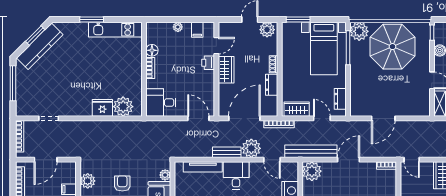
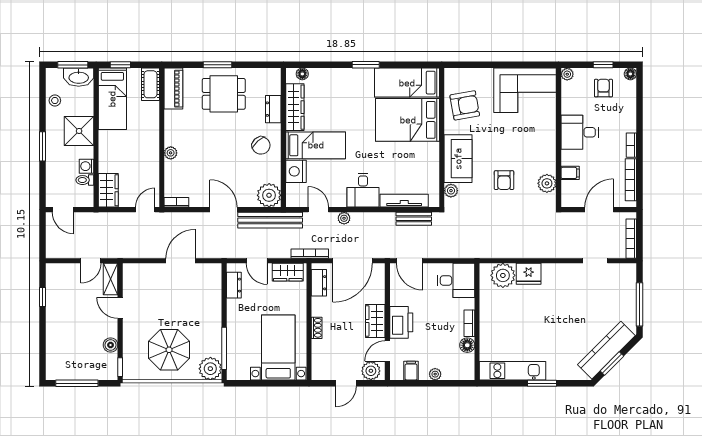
window: (298, 20) -> (286, 383), removed
plant: (267, 30) -> (371, 371), moved
parasol: (392, 47) -> (169, 350), width x0.73, depth x0.73
bed with nightstands: (324, 48) -> (278, 347), moved
printer: (208, 63) -> (401, 322), width x1.87, depth x1.48
dresser: (272, 85) -> (319, 283), moved
plant: (251, 148) -> (344, 218), width x0.53, depth x0.53
bench: (227, 152) -> (414, 219), moved
door: (349, 160) -> (224, 210), swing flipped
door: (412, 160) -> (145, 210), hinge flipped

